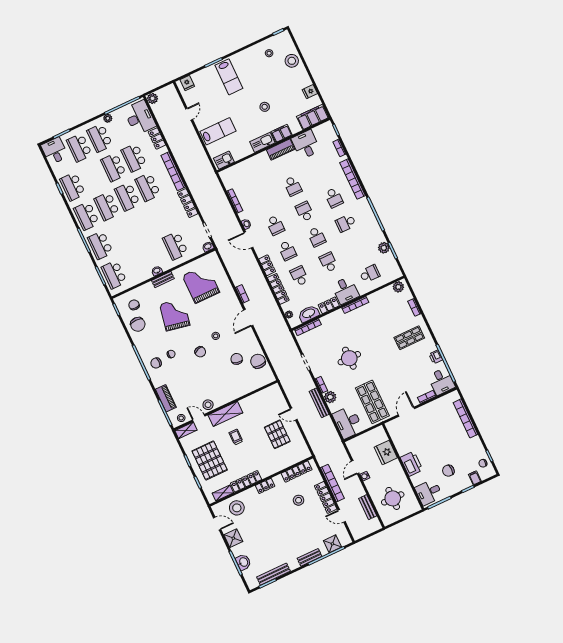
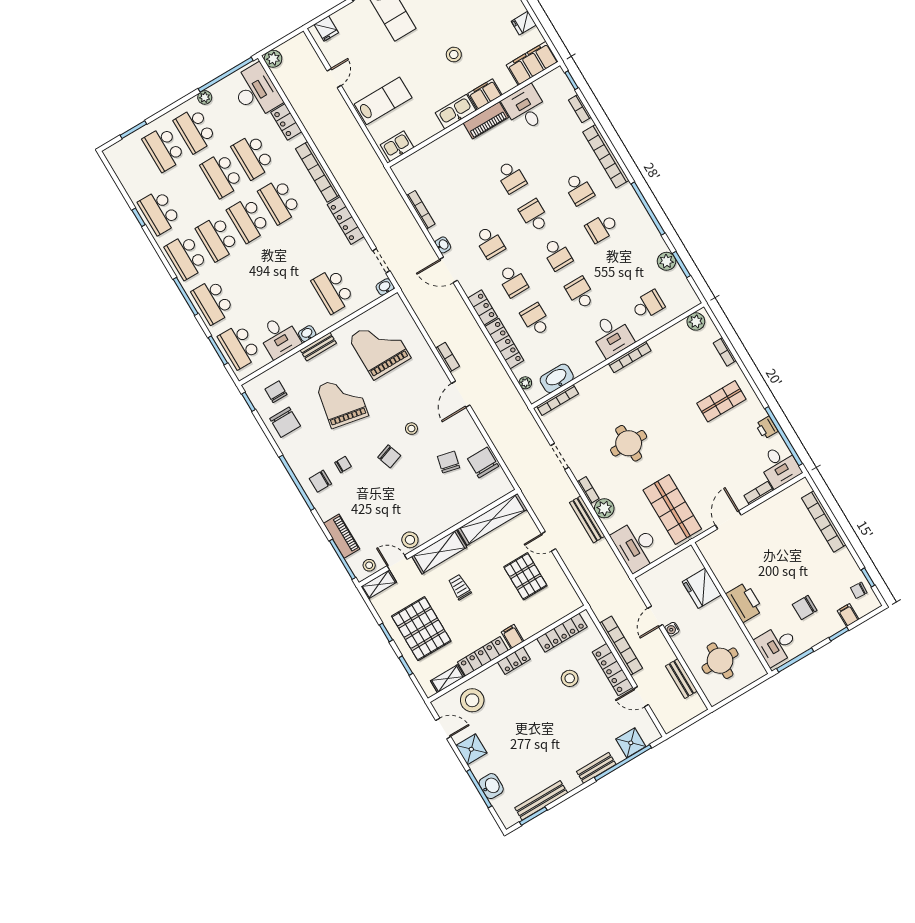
desk: (55, 151) -> (279, 337), moved, turned 180
locker: (329, 305) -> (587, 362), removed
shelving: (260, 397) -> (492, 519), added
filing cabinet: (266, 471) -> (512, 637), added

